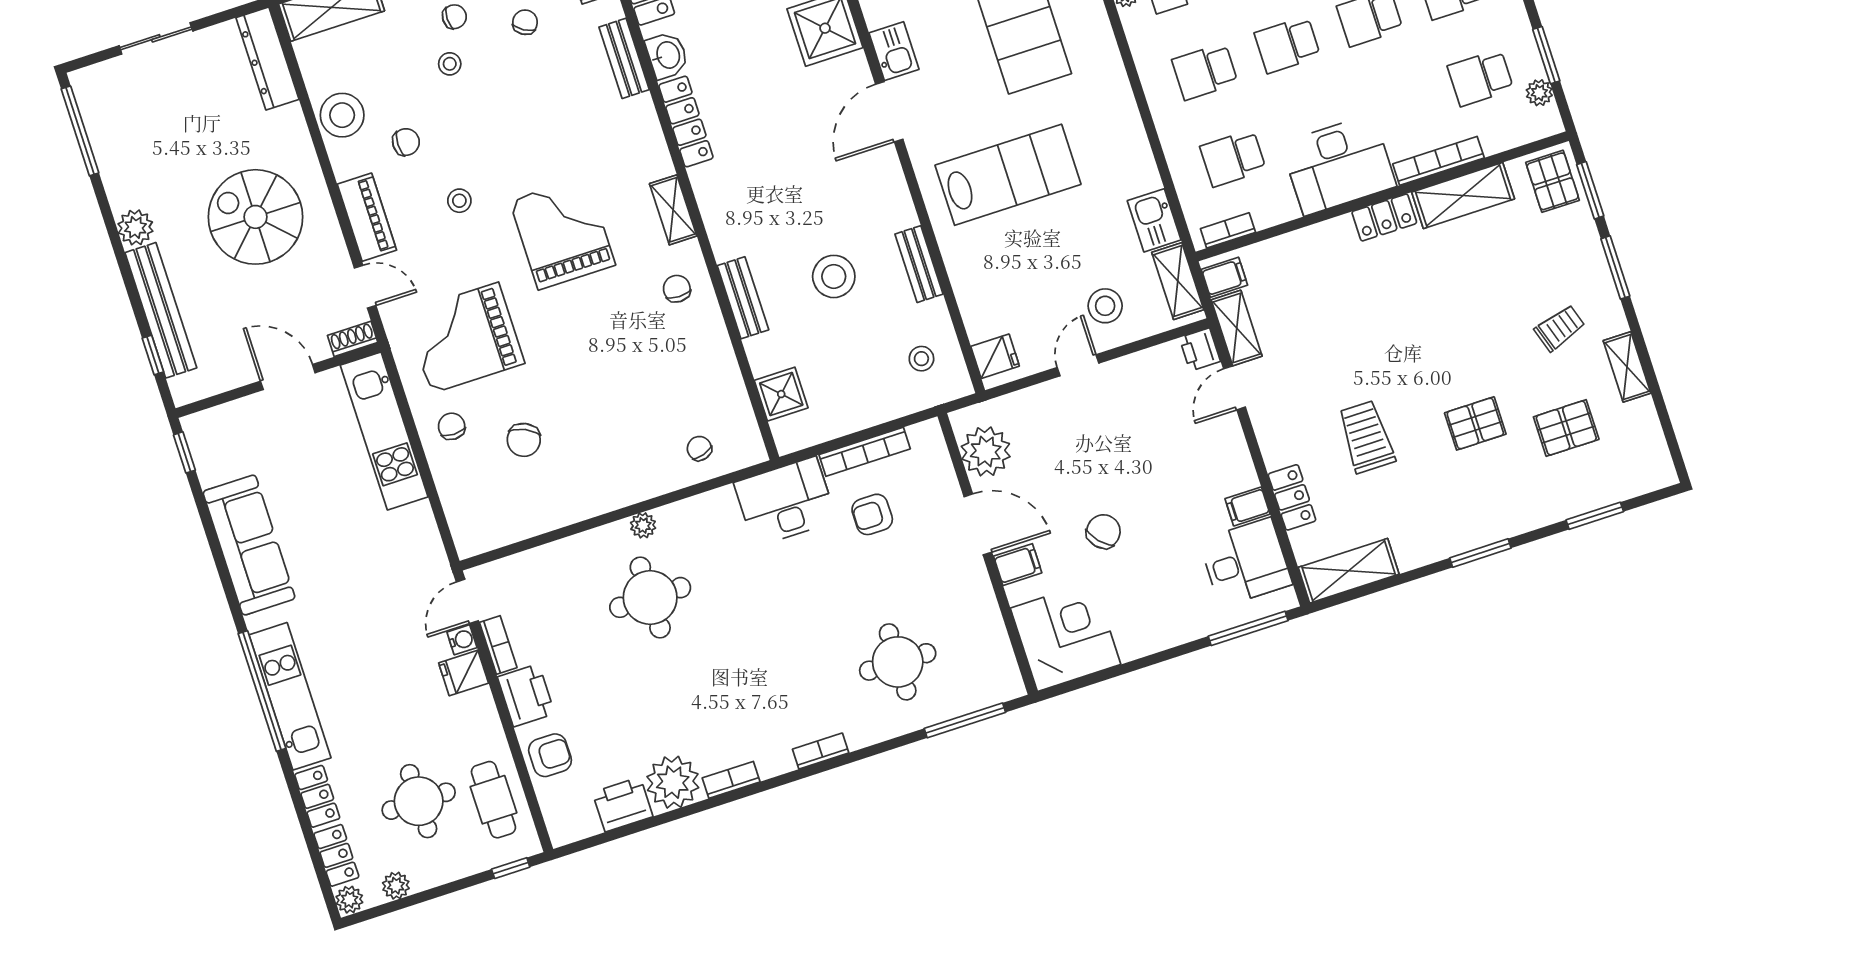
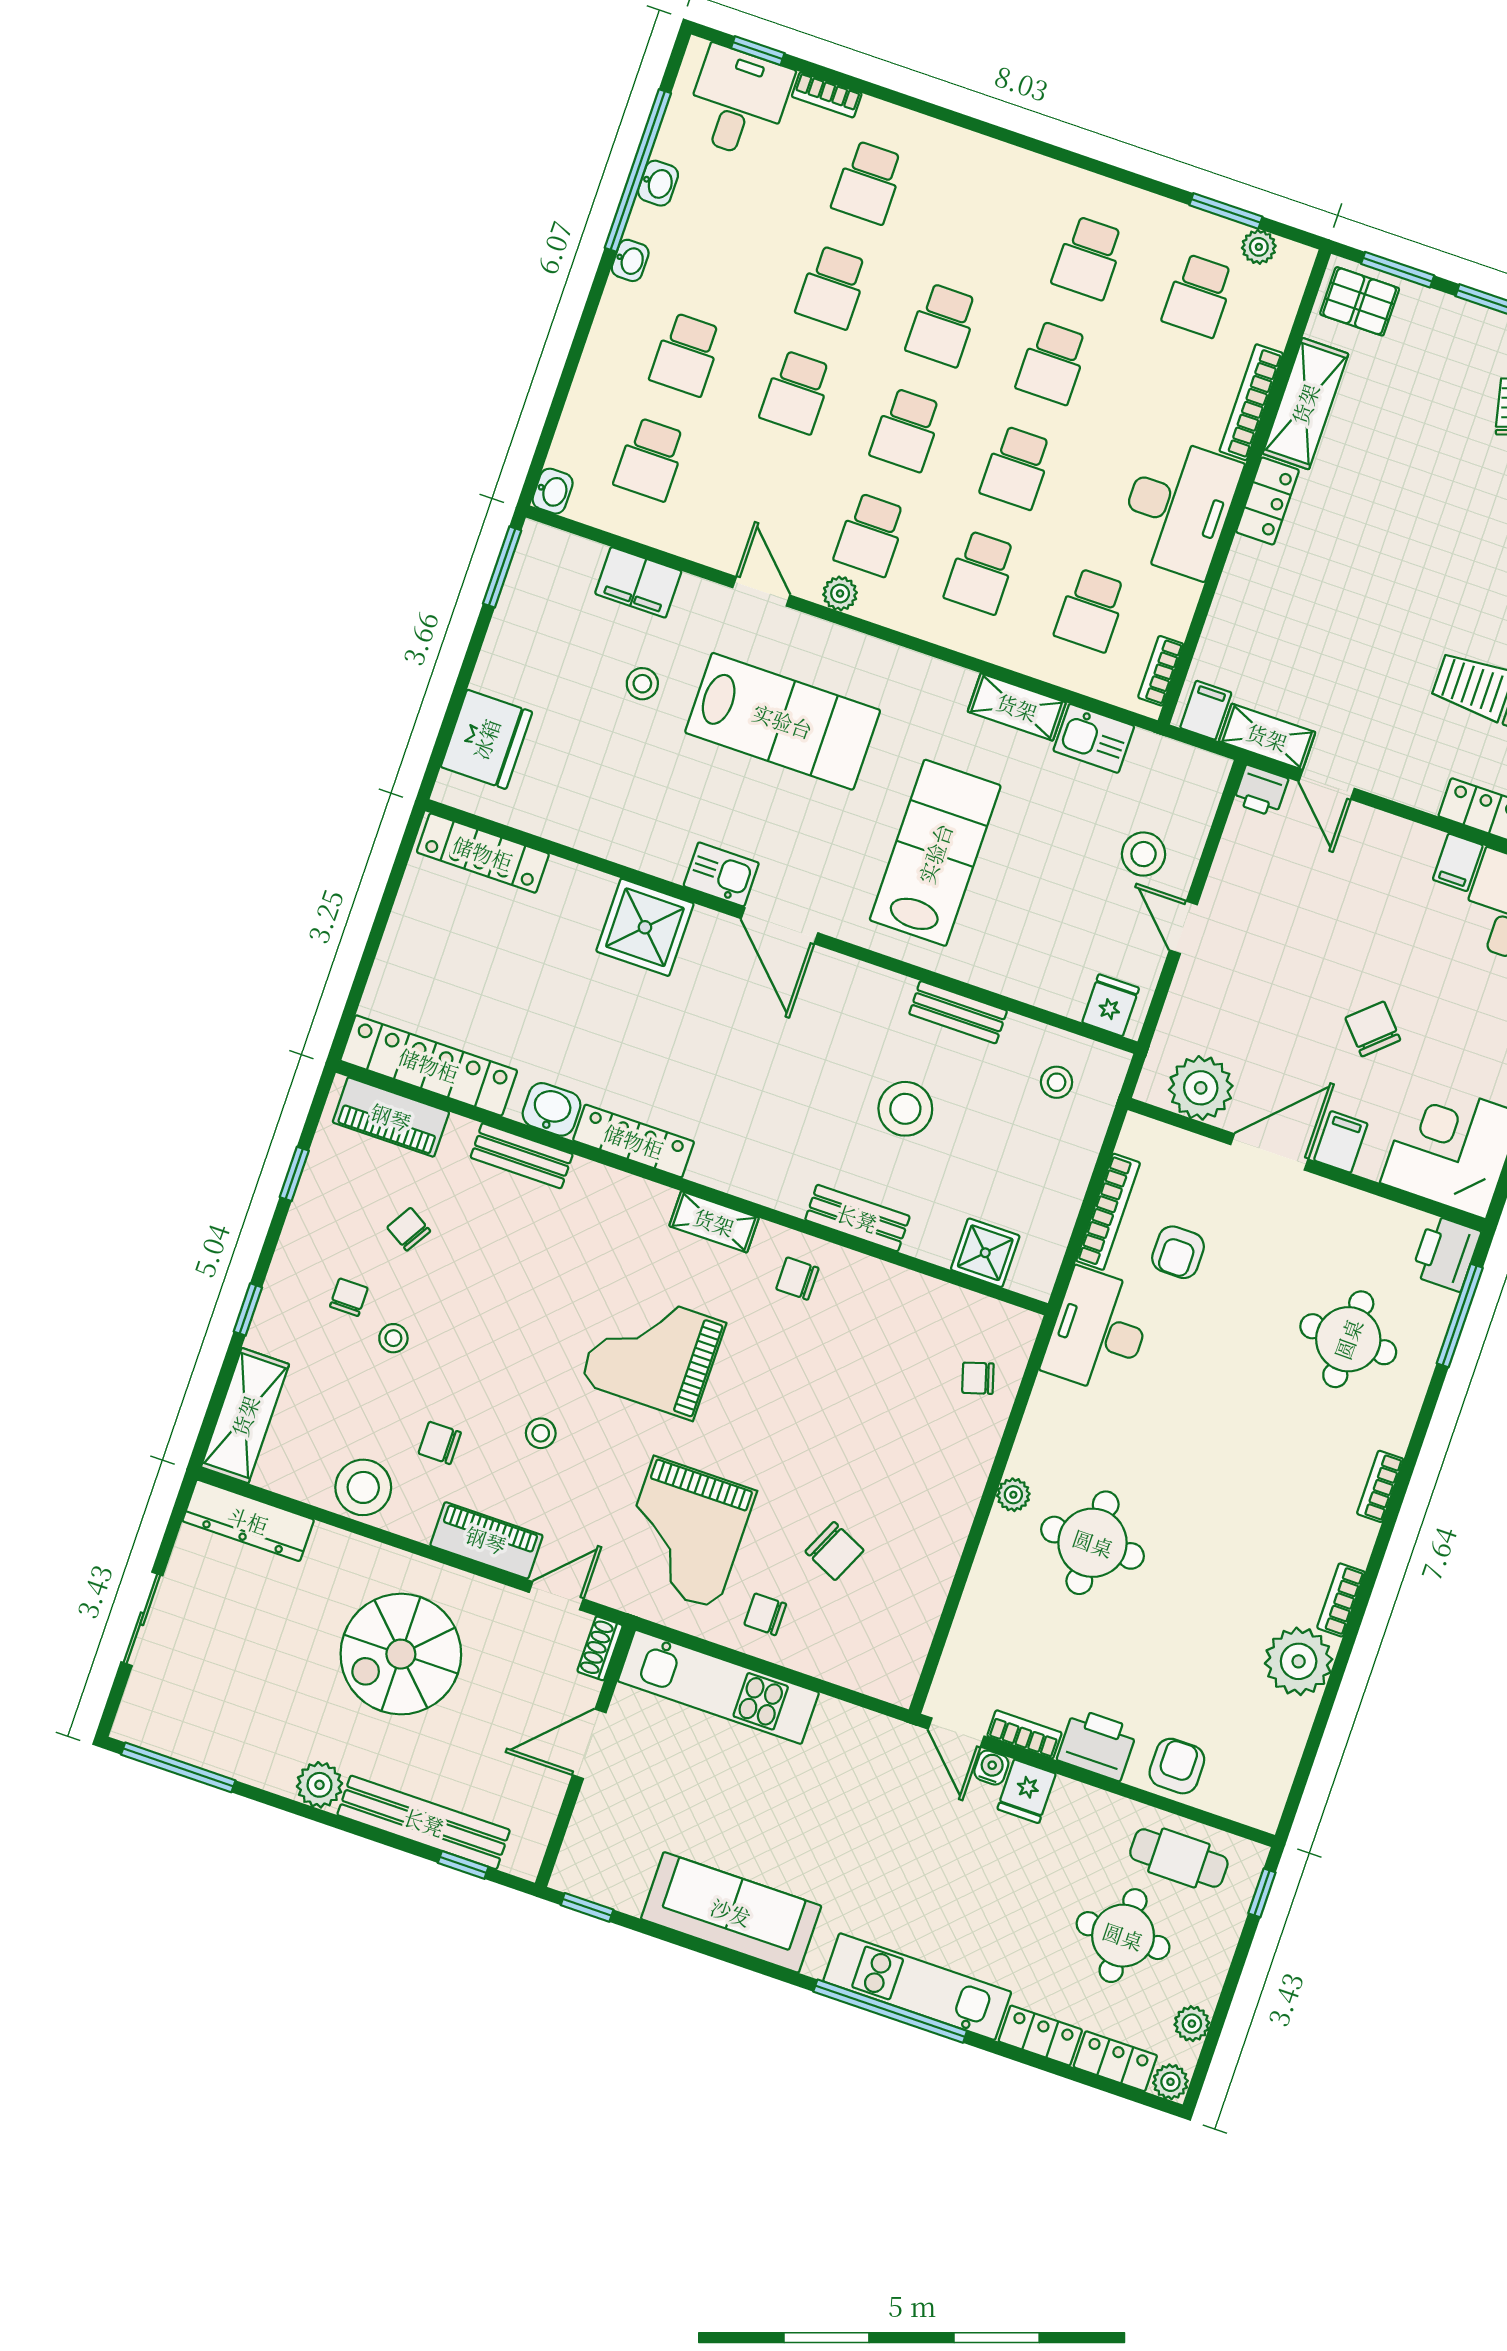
chair: (406, 142) -> (440, 1443), turned -90
shelving: (1178, 281) -> (1017, 707), moved
printer: (623, 804) -> (1446, 1253), moved

